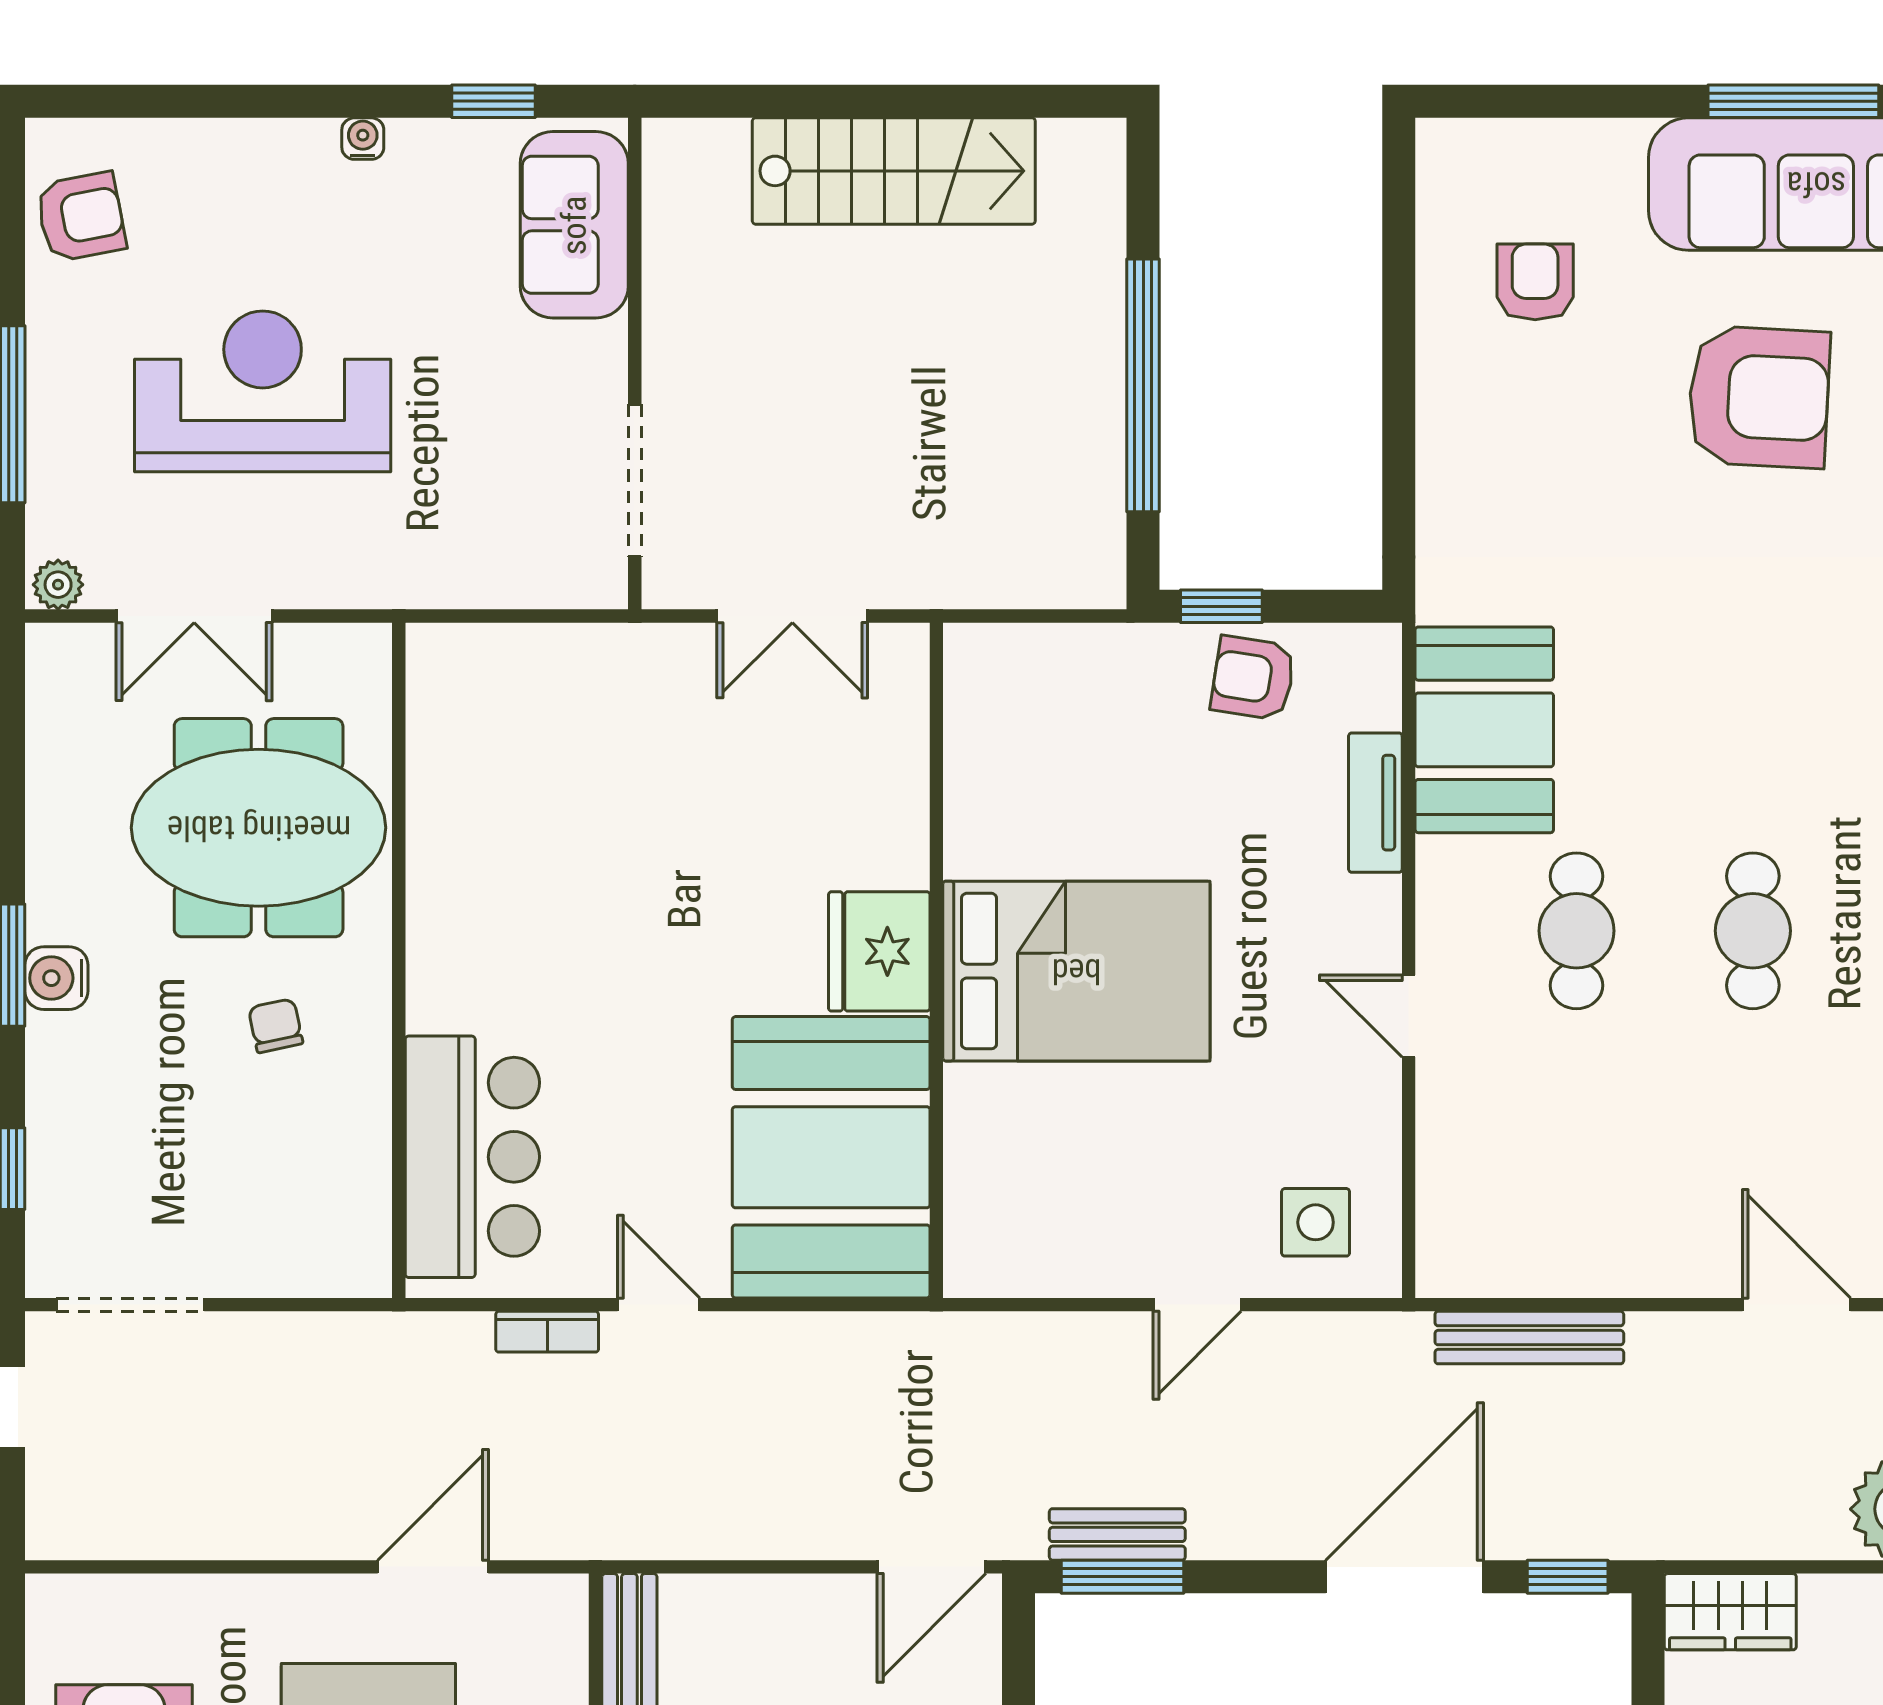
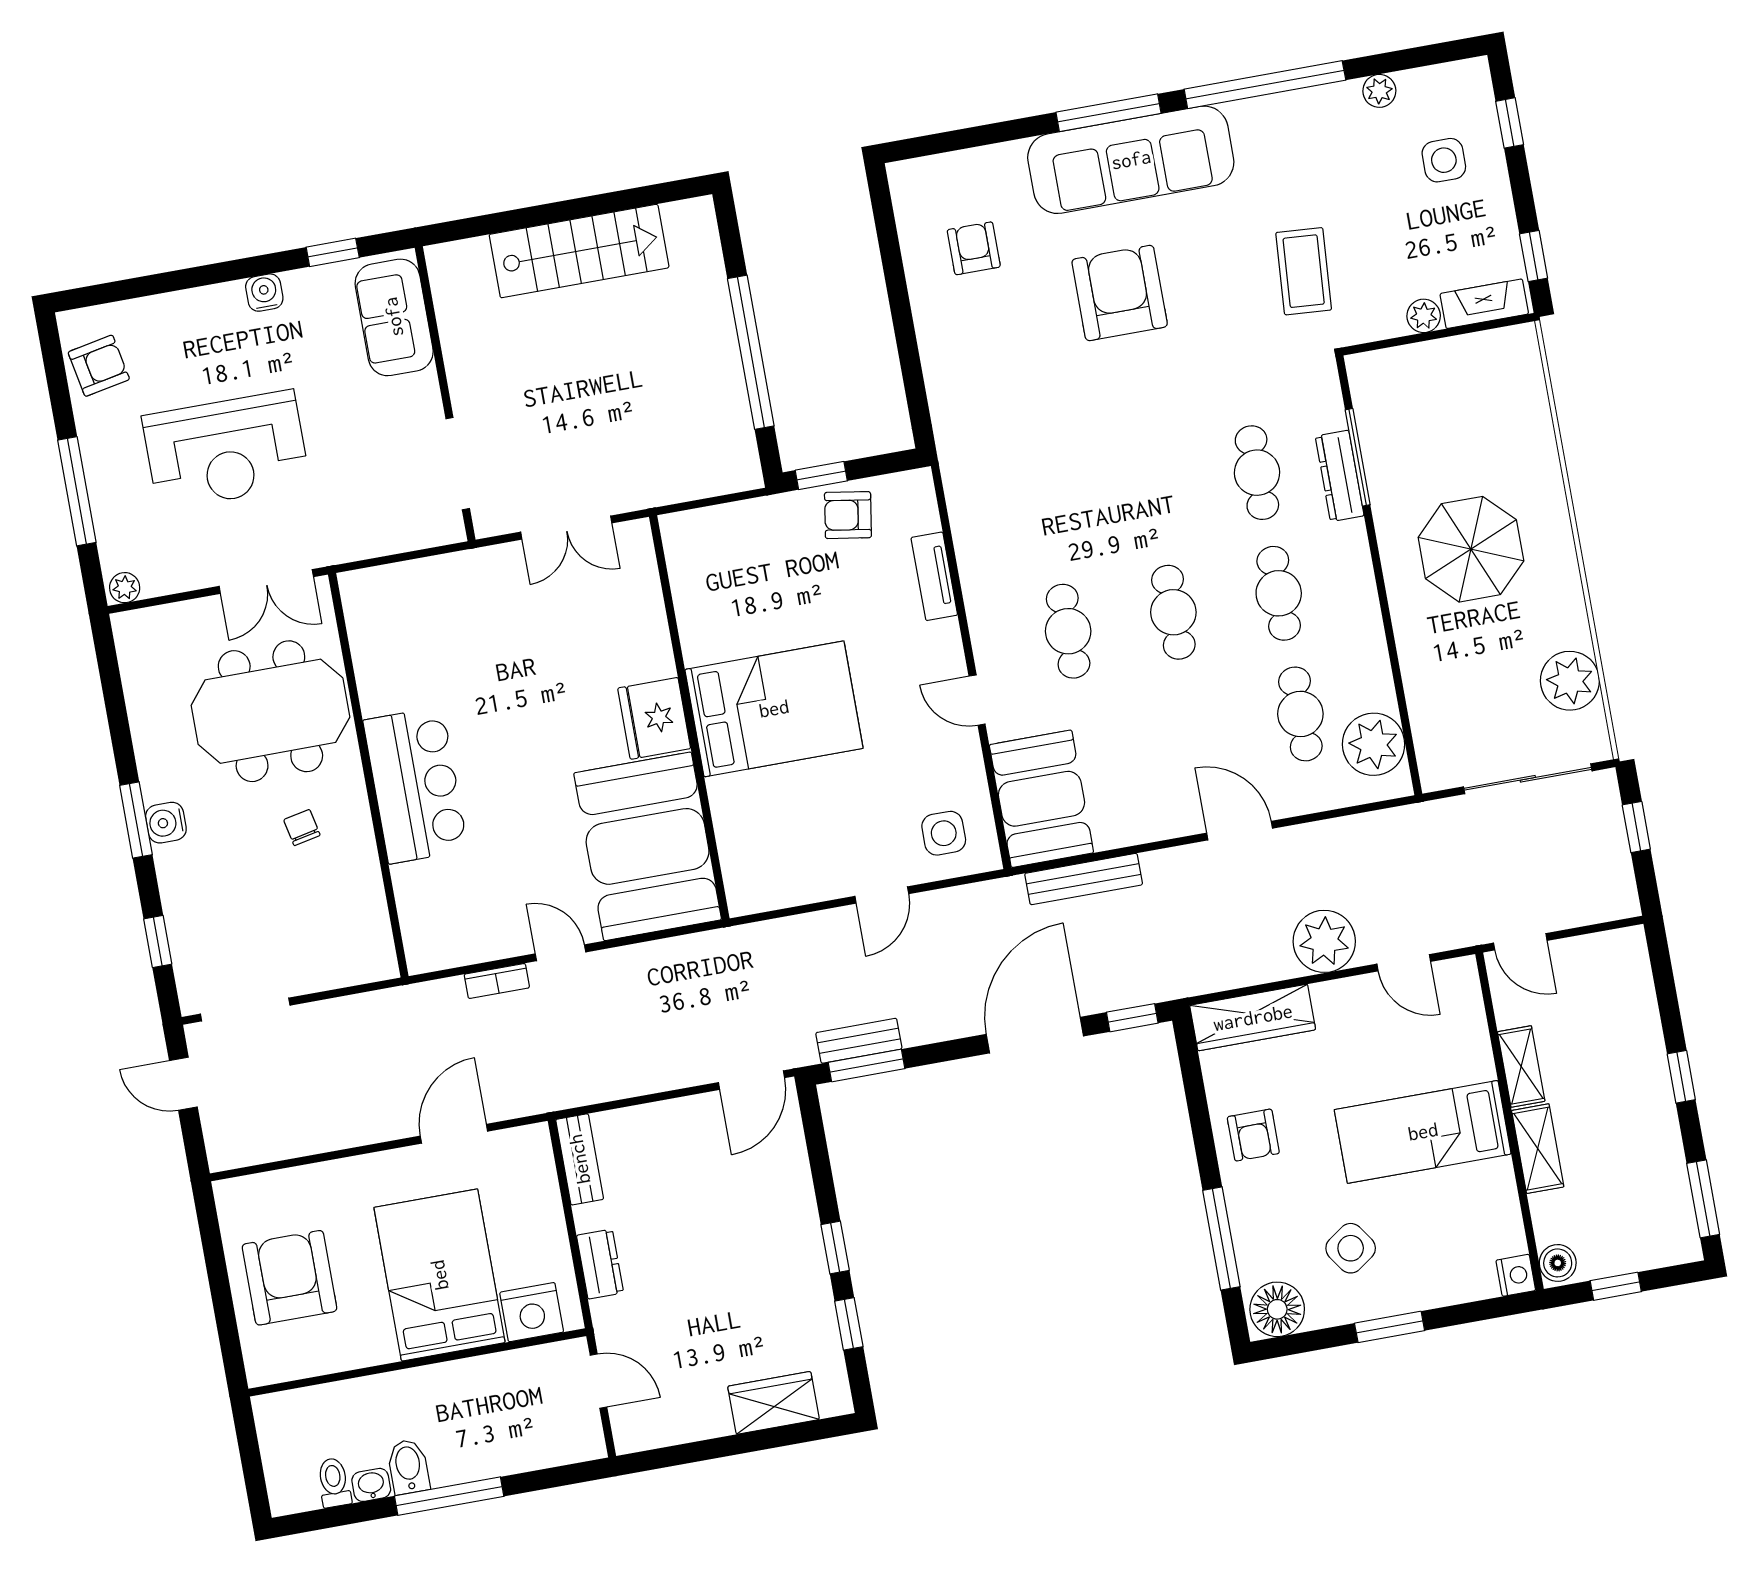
water cooler: (363, 139) -> (264, 293), width x1.38, depth x1.38
reception desk: (263, 391) -> (226, 450), turned 180
armchair: (1759, 397) -> (1120, 293), turned -93
double door: (194, 616) -> (266, 582), moved
booth: (1484, 730) -> (1041, 799), moved
bar counter: (472, 1157) -> (415, 785), moved
wardrobe: (1730, 1612) -> (1253, 1018), width x1.50

